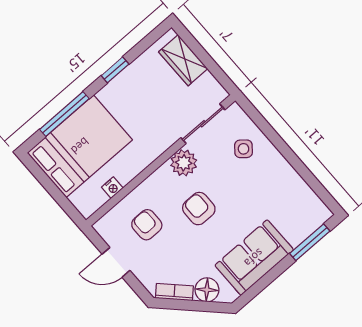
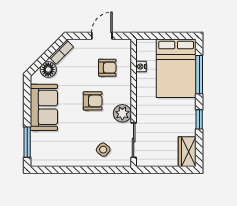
wardrobe: (183, 60) -> (187, 152), moved, turned -90

